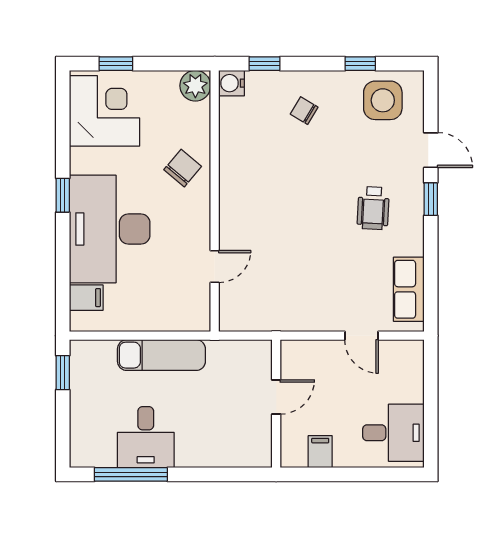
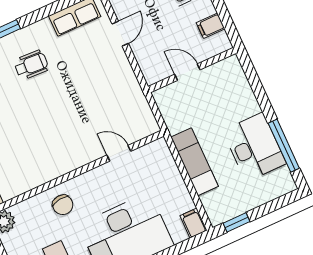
chair: (183, 168) -> (63, 205), turned -137
filing cabinet: (86, 298) -> (193, 223), moved
desk: (146, 437) -> (254, 147), width x1.37

